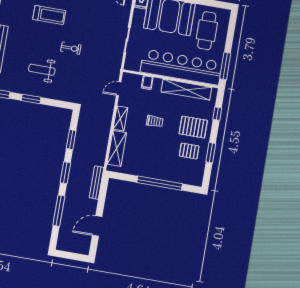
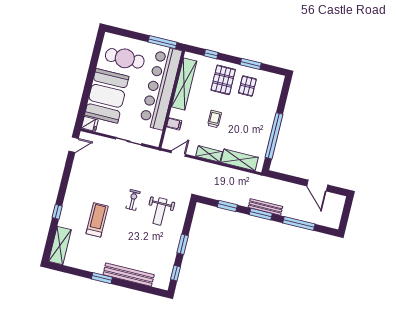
weight bench: (42, 70) -> (160, 211), moved
door: (119, 89) -> (178, 154), swing flipped
bench: (97, 183) -> (265, 207), moved
window: (160, 183) -> (274, 136), moved

